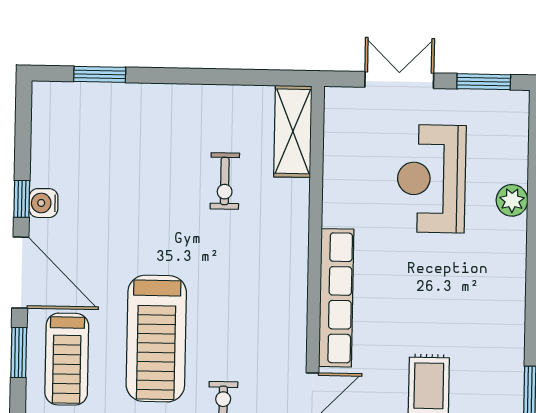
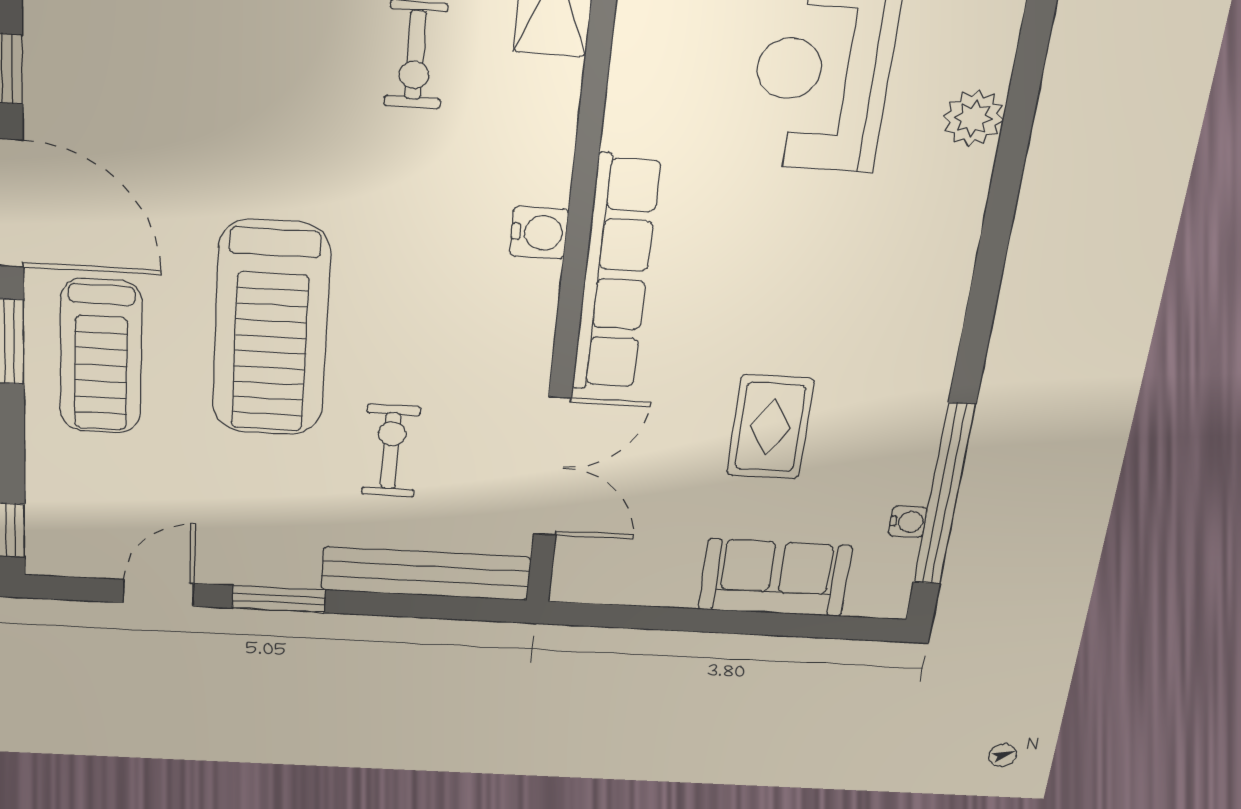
water cooler: (43, 203) -> (539, 233), moved, turned 180

